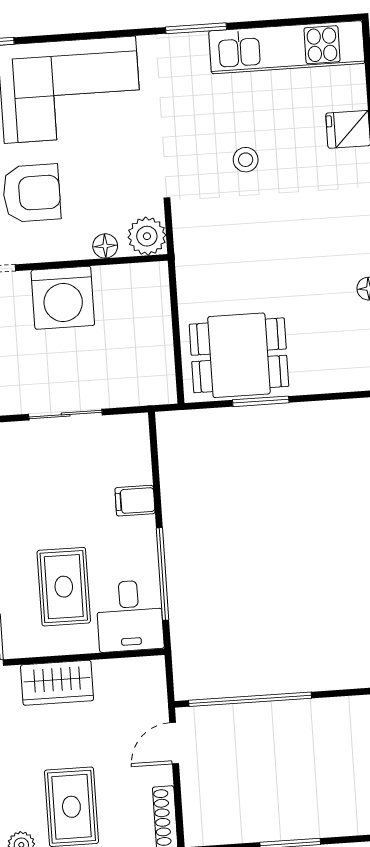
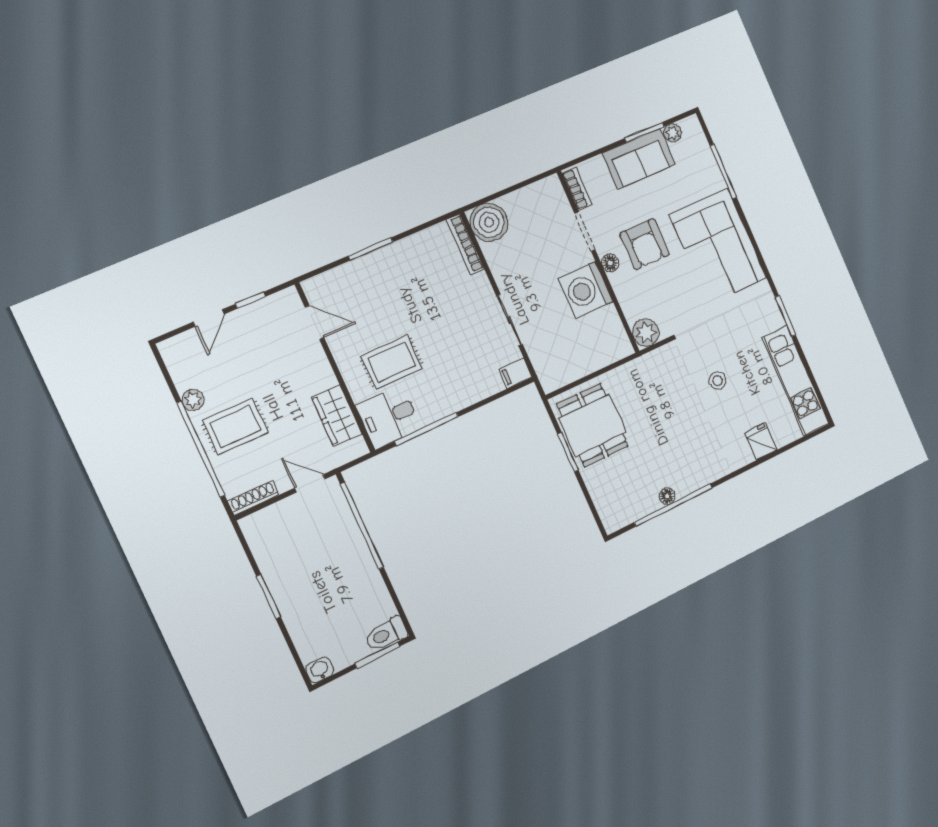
floor lamp: (105, 246) -> (610, 263), moved
filing cabinet: (135, 501) -> (515, 373), moved, turned -90
wardrobe: (57, 683) -> (337, 415), moved

